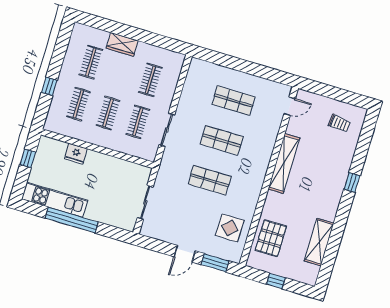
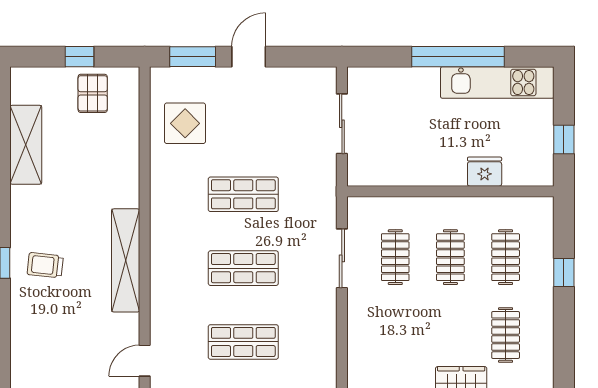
clothes rail: (150, 80) -> (395, 335), removed
trolley: (339, 123) -> (45, 265), moved
pallet: (271, 238) -> (93, 93), moved, width x0.67, depth x0.71

